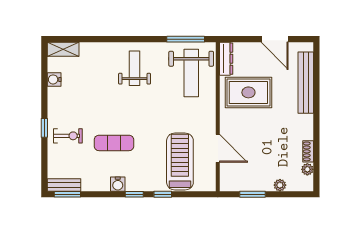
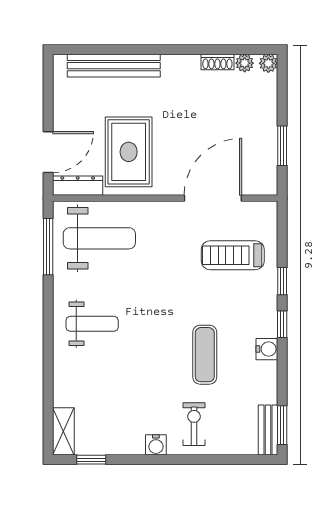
door: (275, 39) -> (48, 152), moved
weight bench: (135, 68) -> (92, 324), turned 180
water cooler: (54, 79) -> (156, 445), moved
window: (44, 128) -> (91, 460), moved
door: (218, 148) -> (213, 198), width x1.36
treadmill: (180, 162) -> (233, 255), width x0.73, depth x0.73
plant: (280, 185) -> (268, 63), moved

